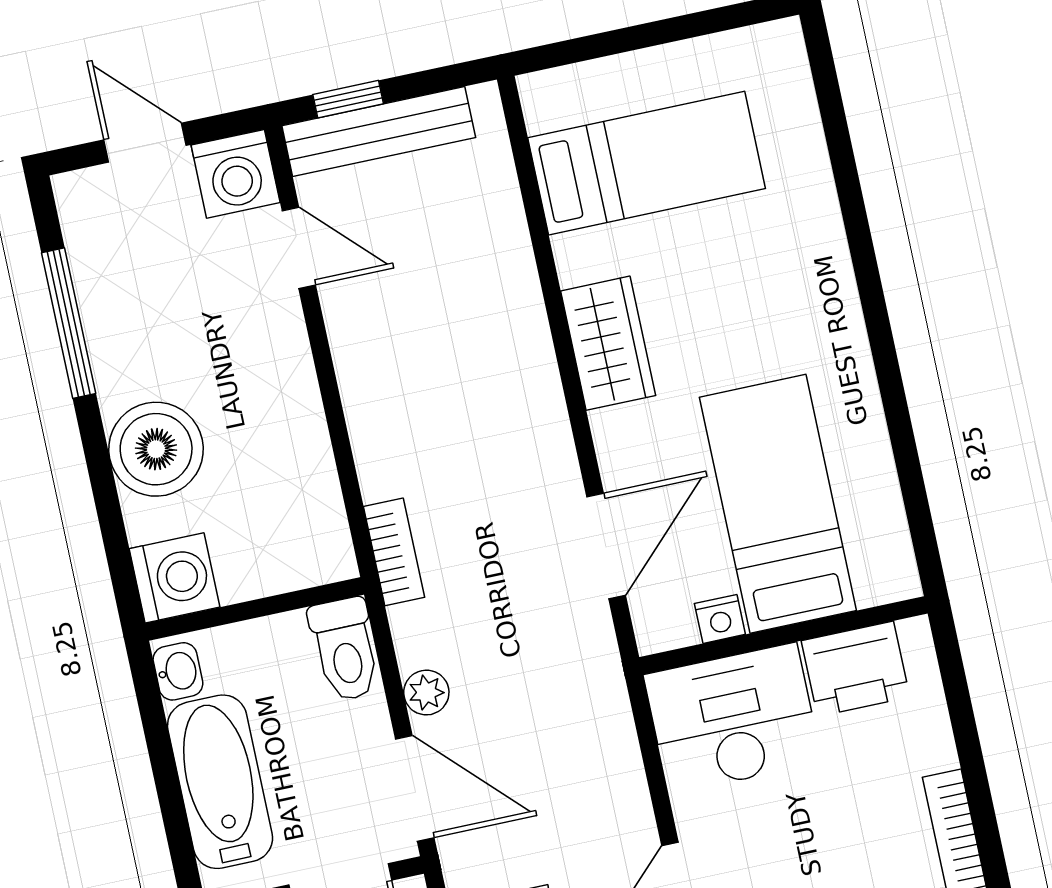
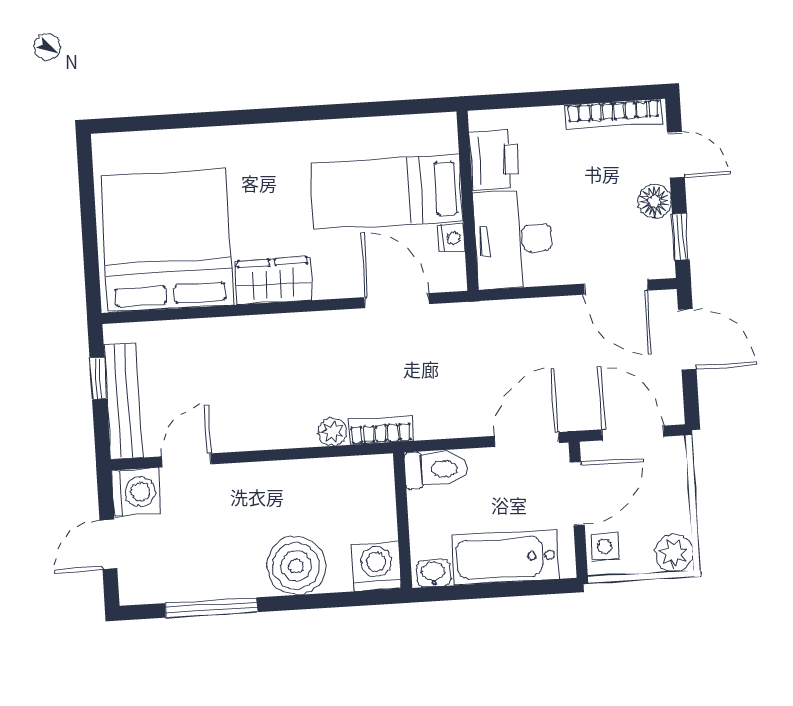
window: (348, 99) -> (98, 378), moved
bed: (647, 163) -> (167, 241), width x2.04
plant: (426, 693) -> (333, 432), moved

